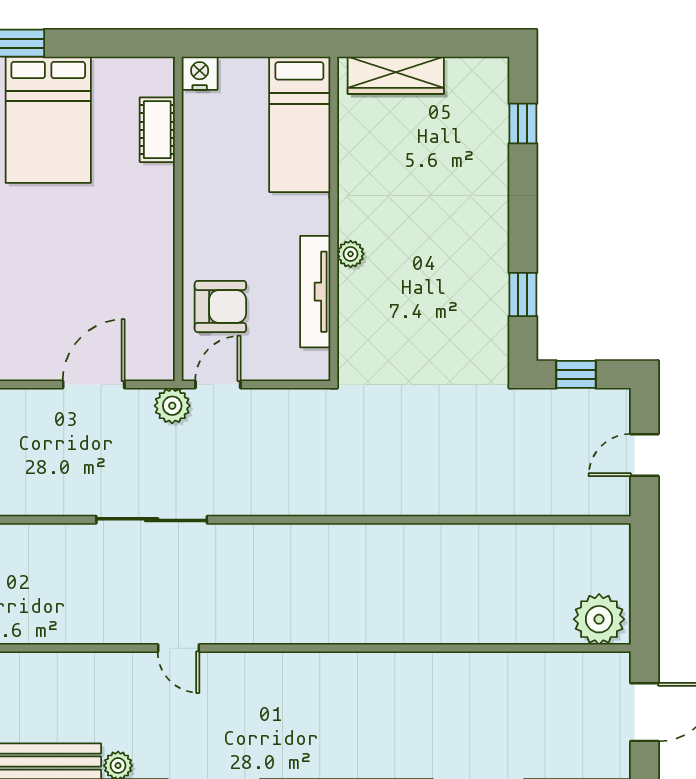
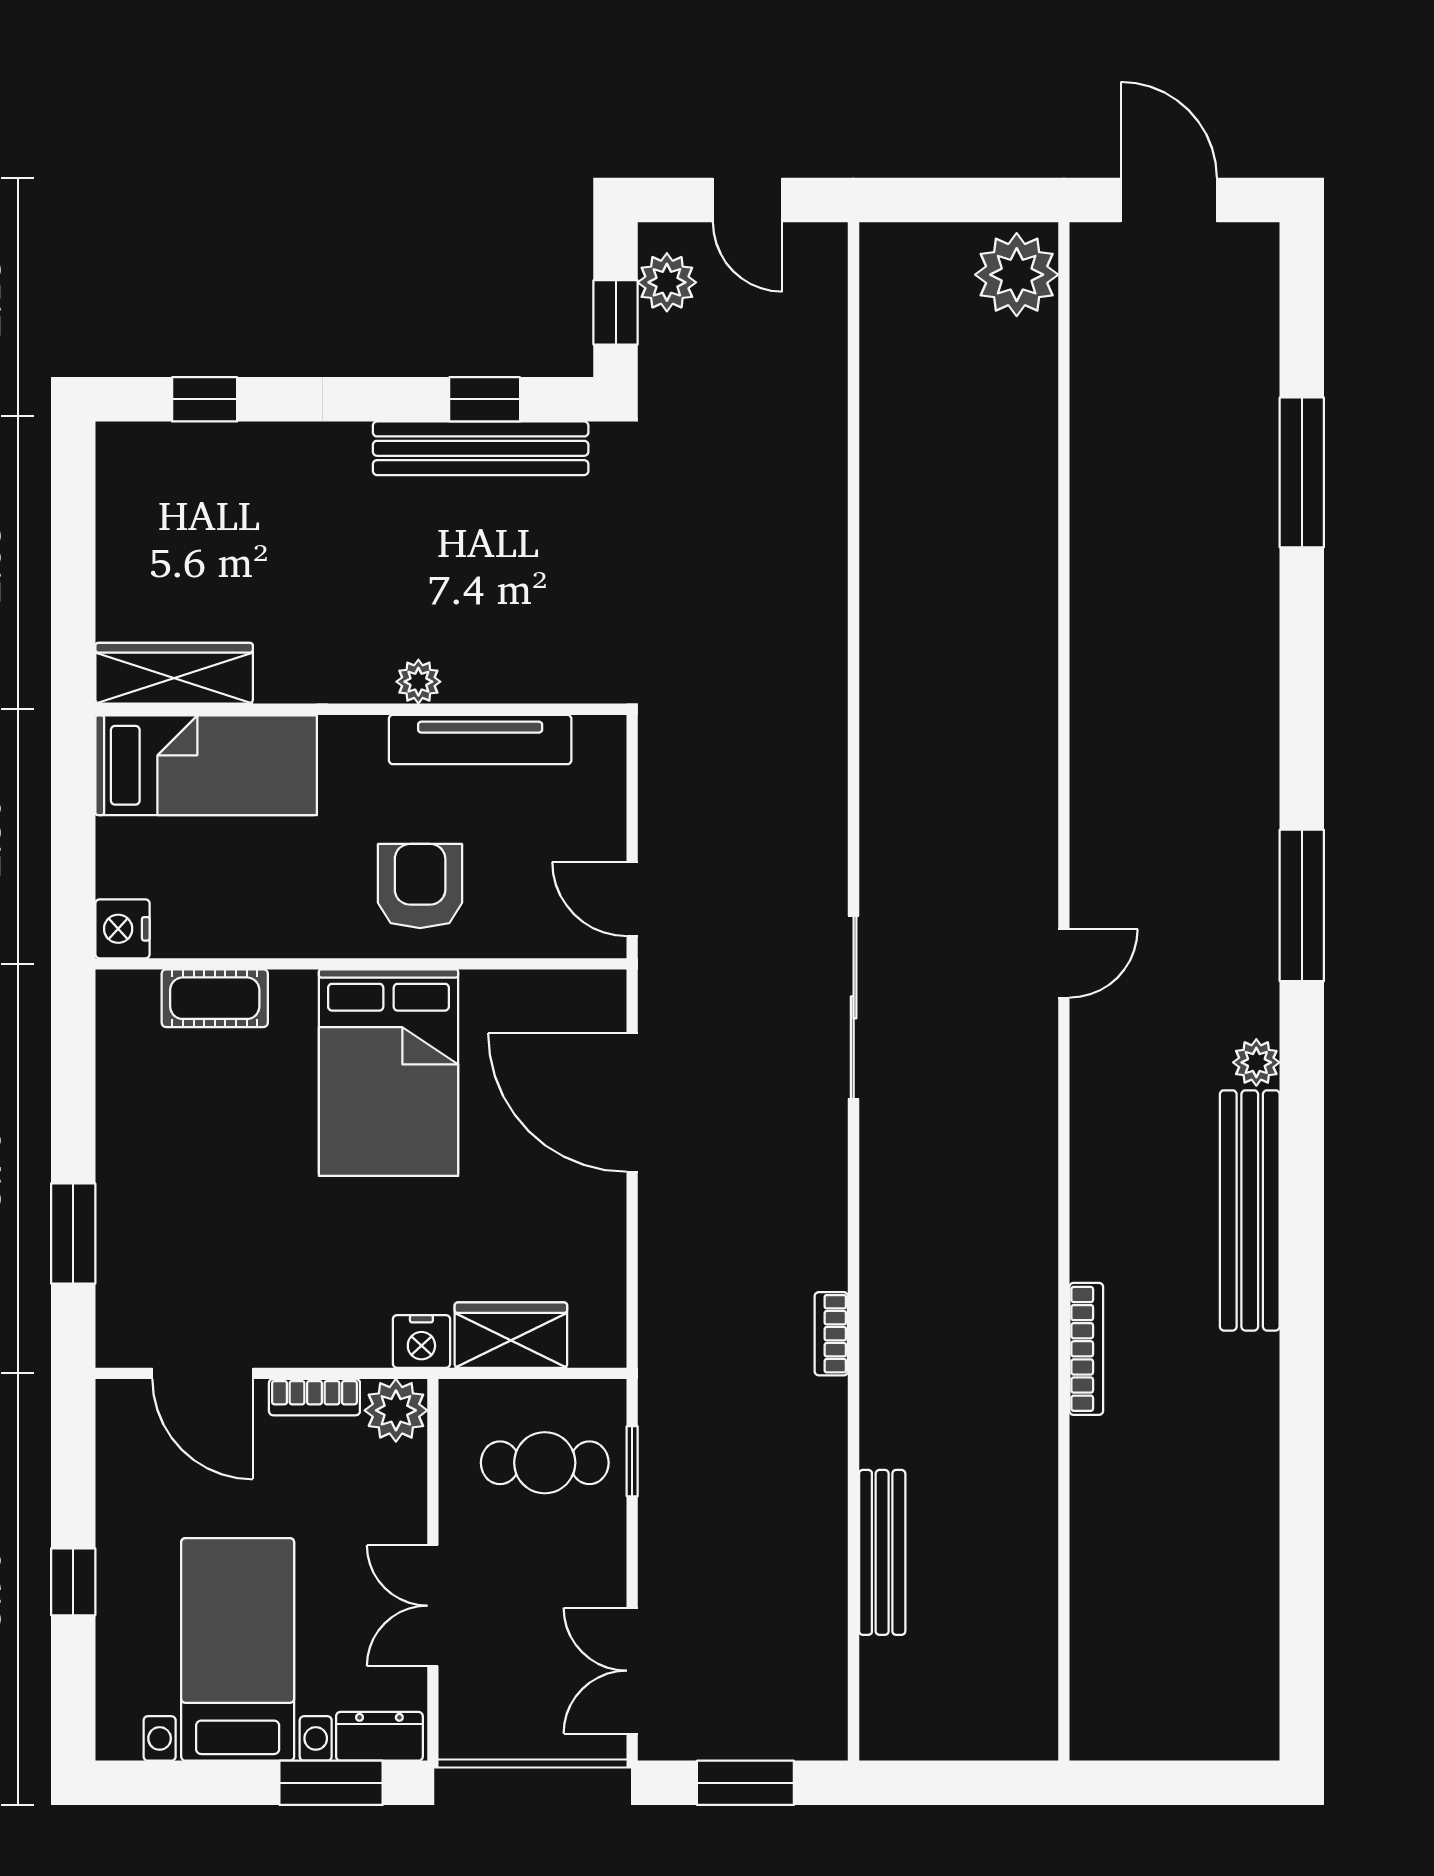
wardrobe: (396, 75) -> (174, 673), moved, turned -90
bed: (48, 120) -> (389, 1073), moved, turned 90
bench: (493, 292) -> (481, 448), added
armchair: (220, 307) -> (420, 886), moved
door: (94, 384) -> (632, 1102), width x1.36
plant: (172, 406) -> (667, 282), moved

